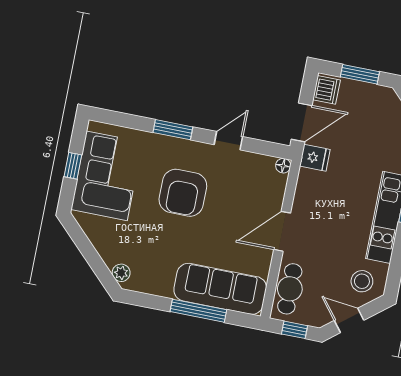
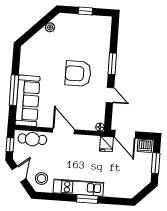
corner sofa: (107, 176) -> (82, 30), removed
plant: (121, 273) -> (50, 27), moved

